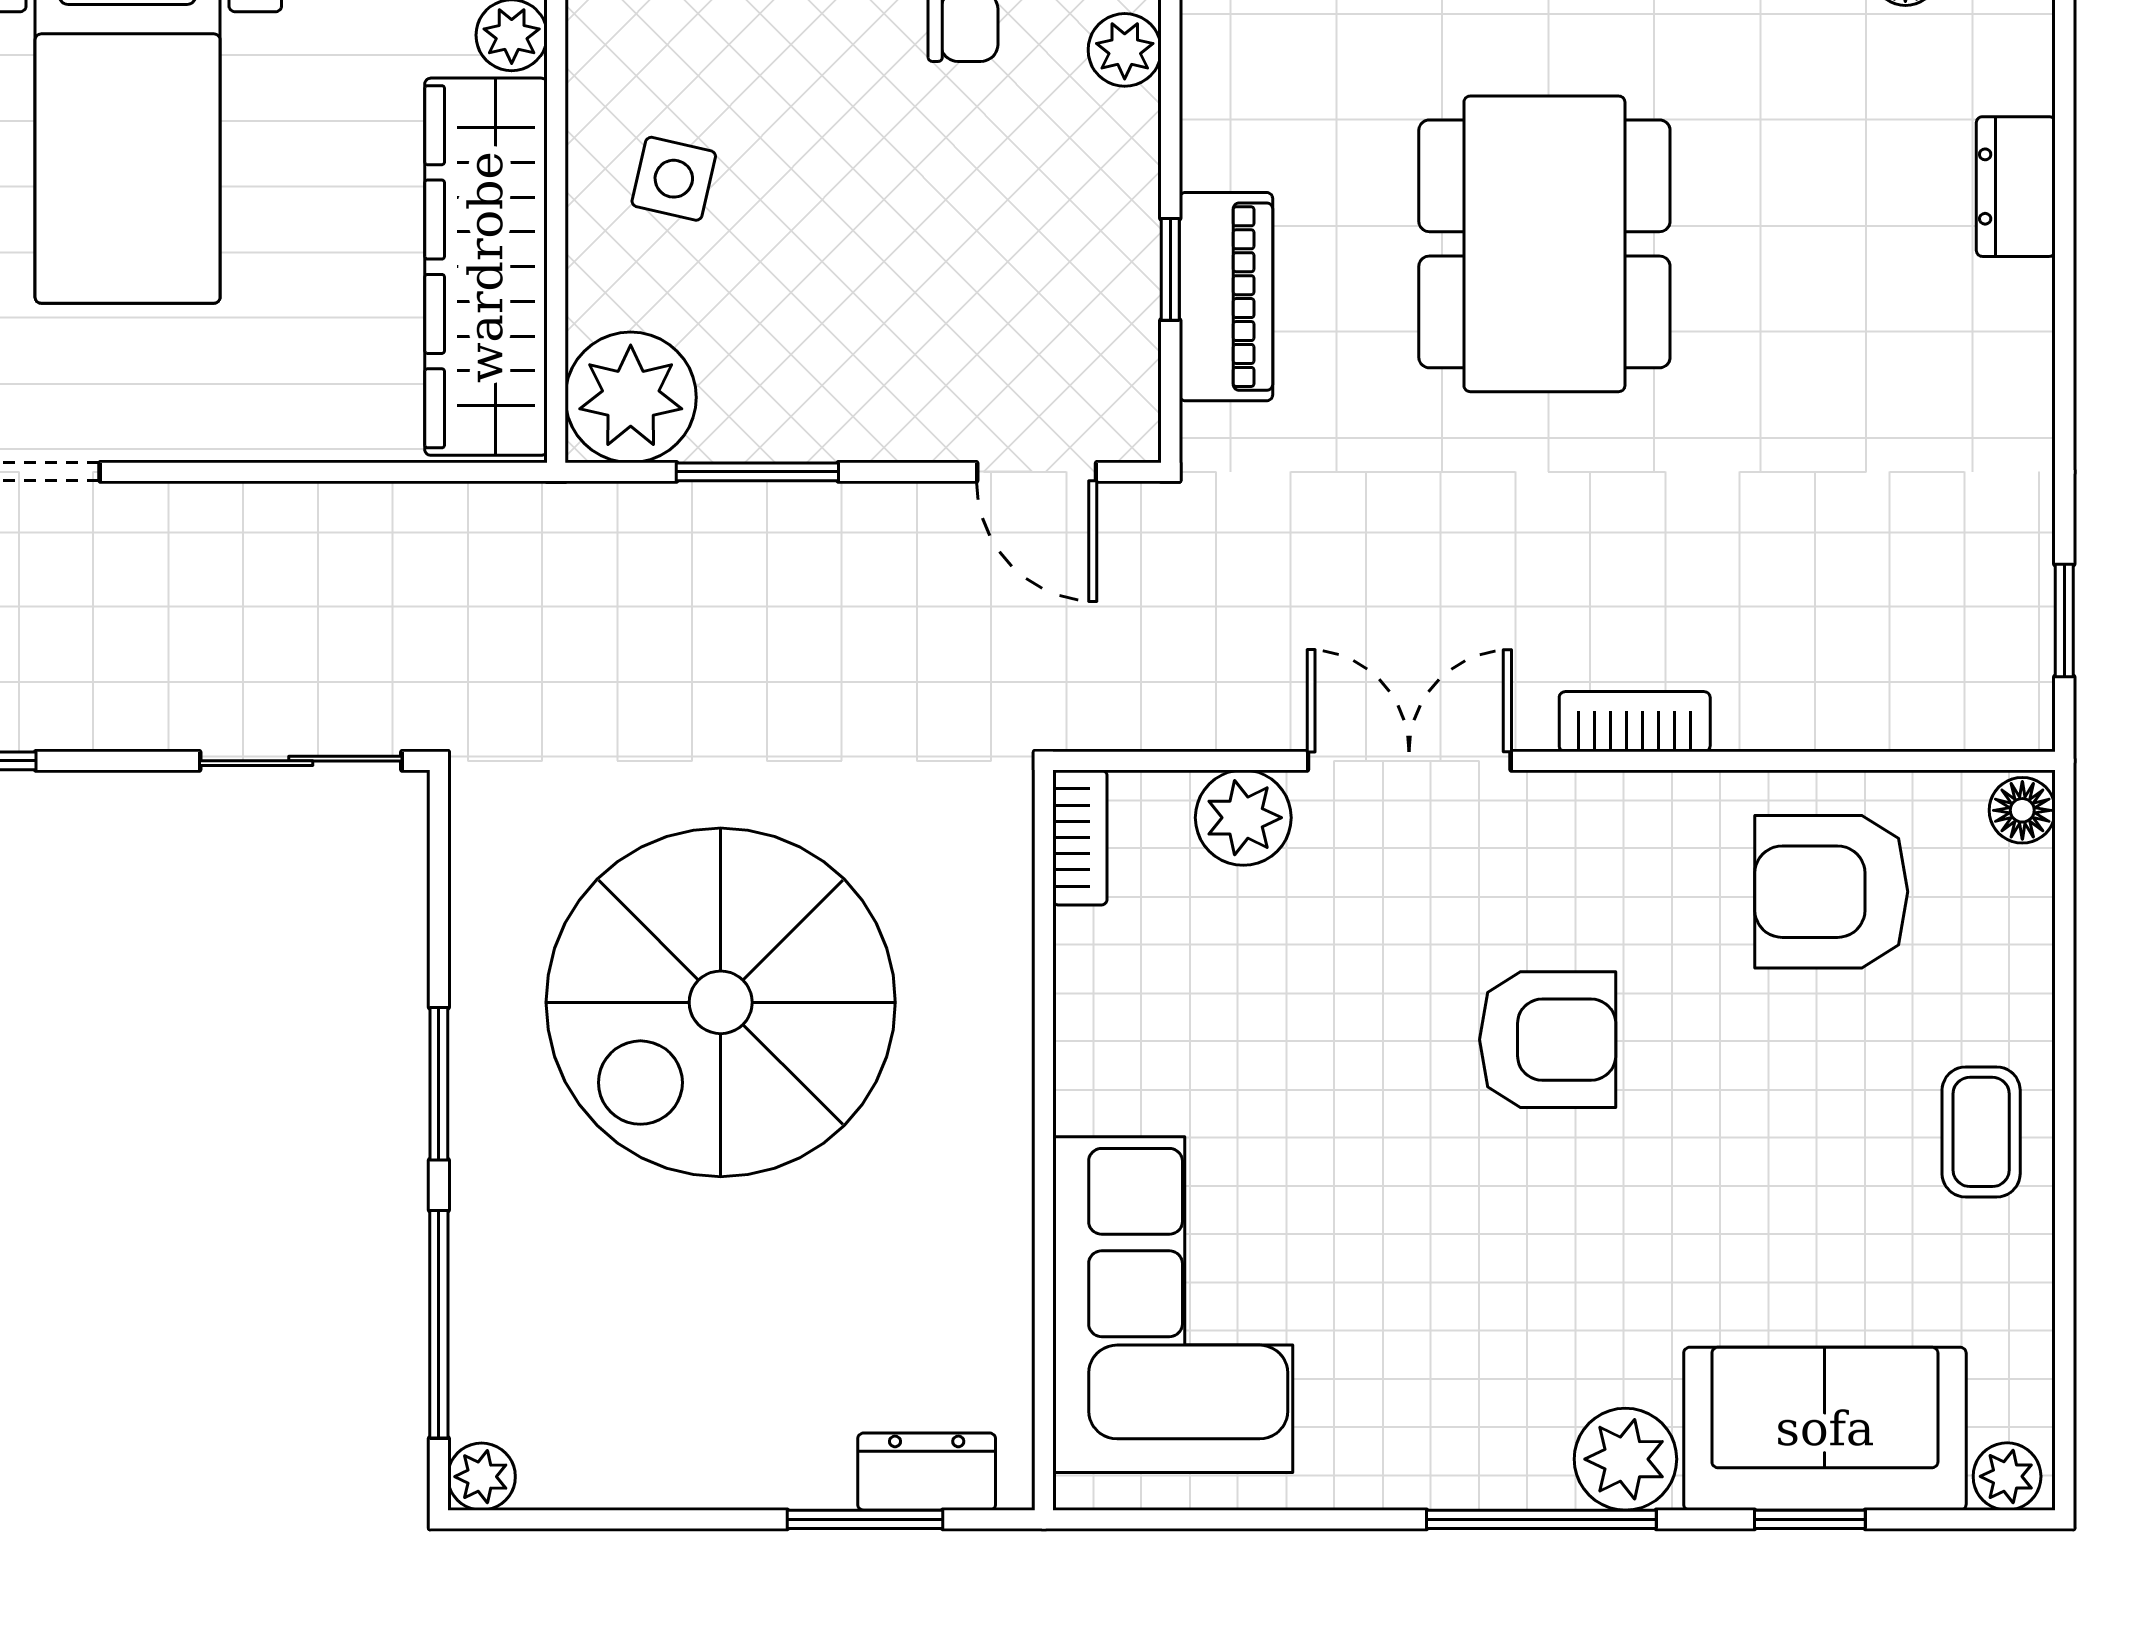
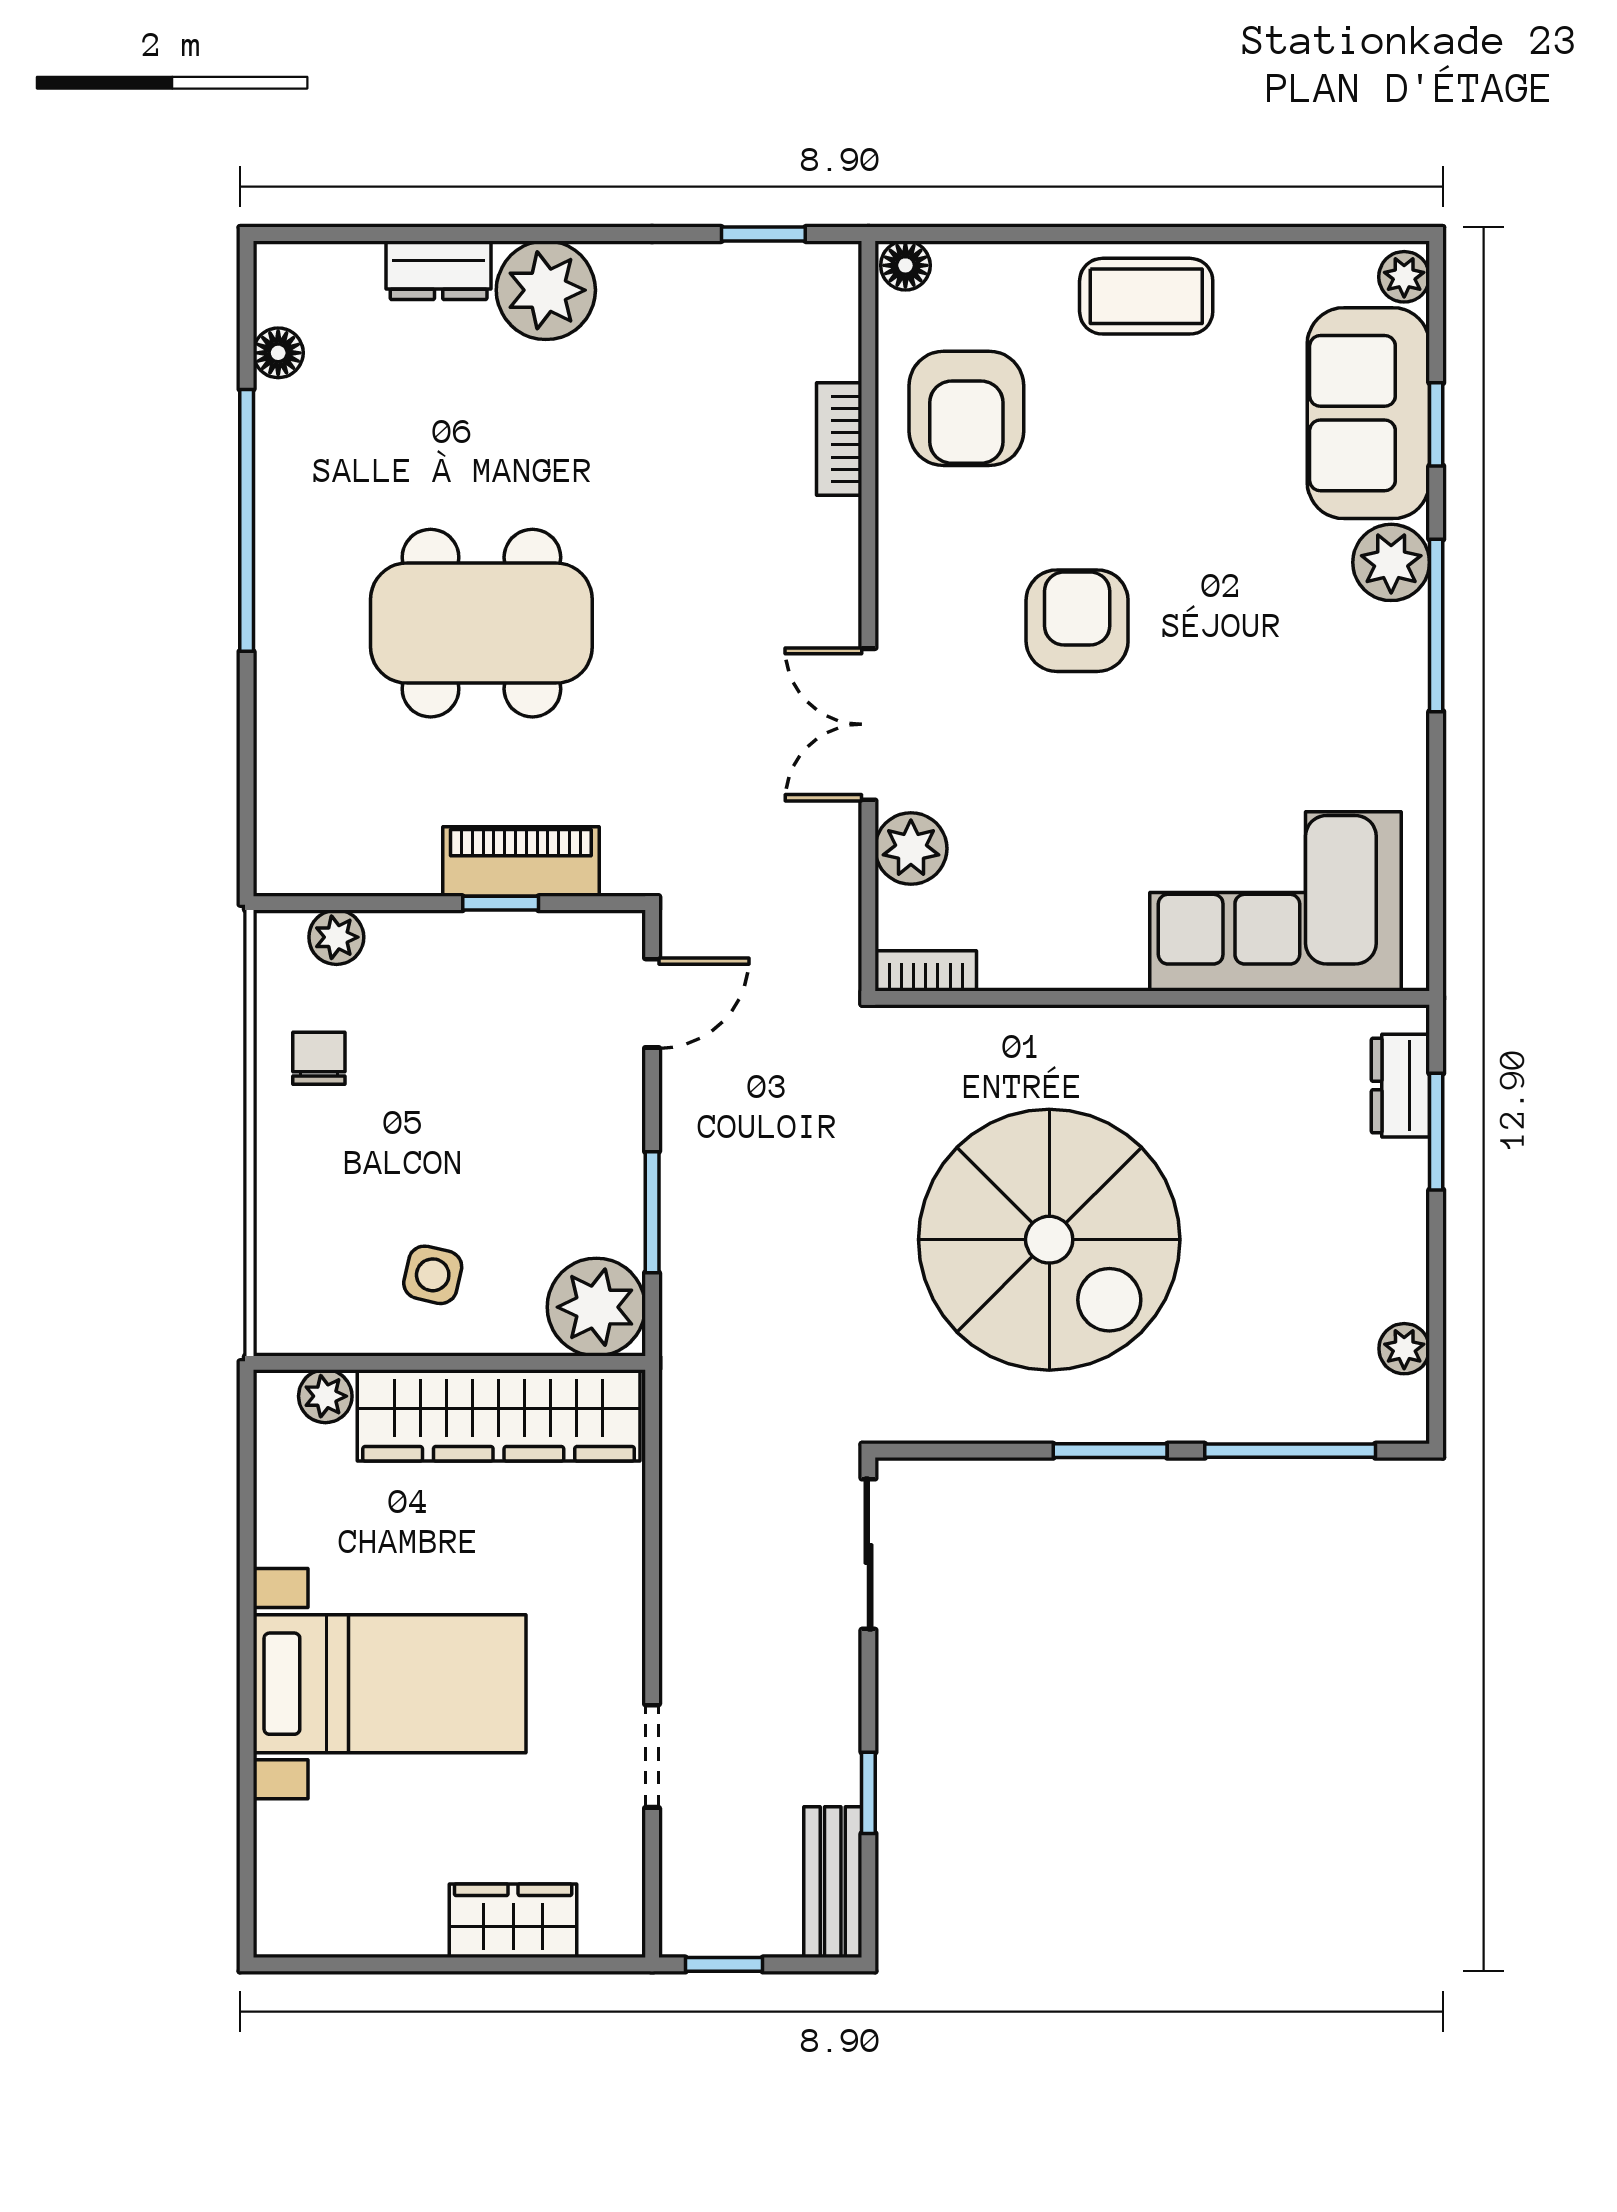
plant: (1989, 330) -> (546, 290), added
bookcase: (1635, 722) -> (839, 439), moved
coffee table: (1981, 1132) -> (1146, 296), width x1.36, depth x1.30
plant: (482, 1477) -> (1404, 1349), moved

